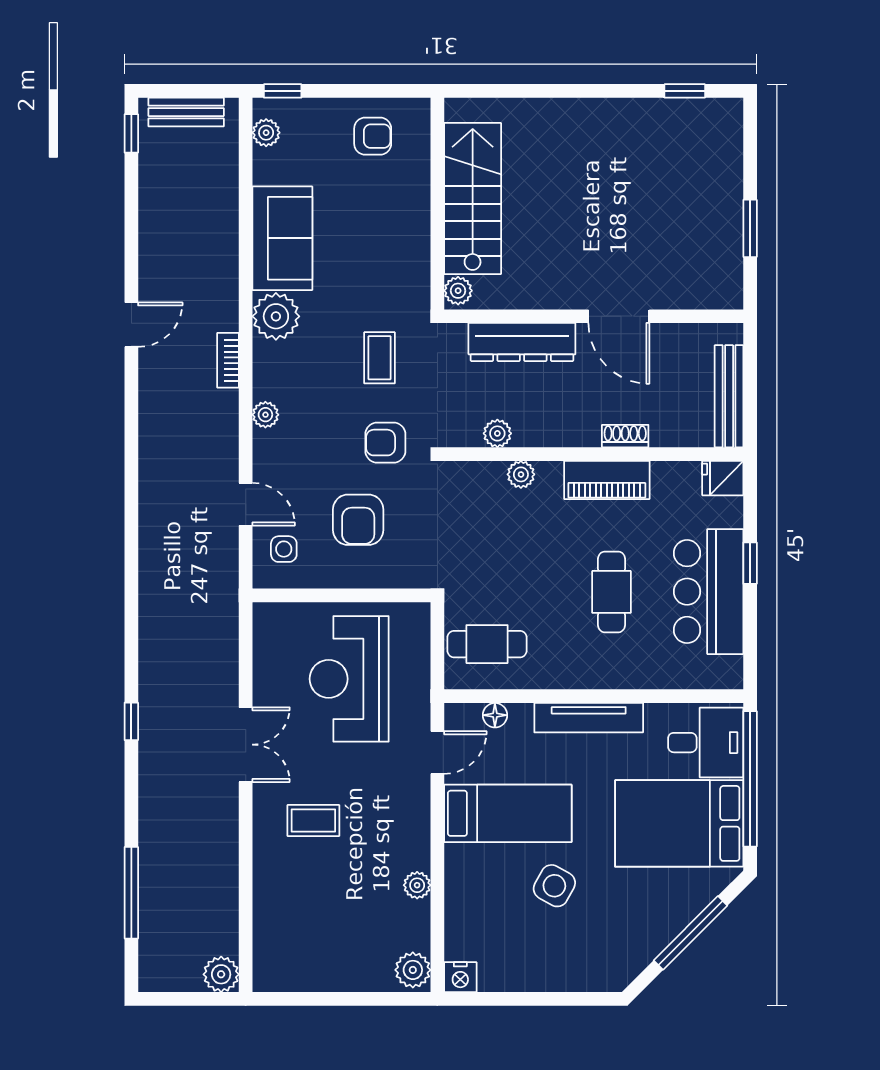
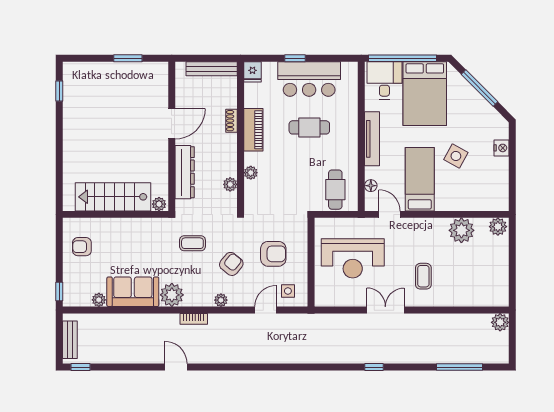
plant: (266, 133) -> (99, 300), moved
armchair: (373, 136) -> (82, 247), turned -90
armchair: (385, 443) -> (231, 264), moved, turned -141
plant: (417, 885) -> (461, 230), width x1.87, depth x1.87
nightstand: (460, 977) -> (502, 148), moved

